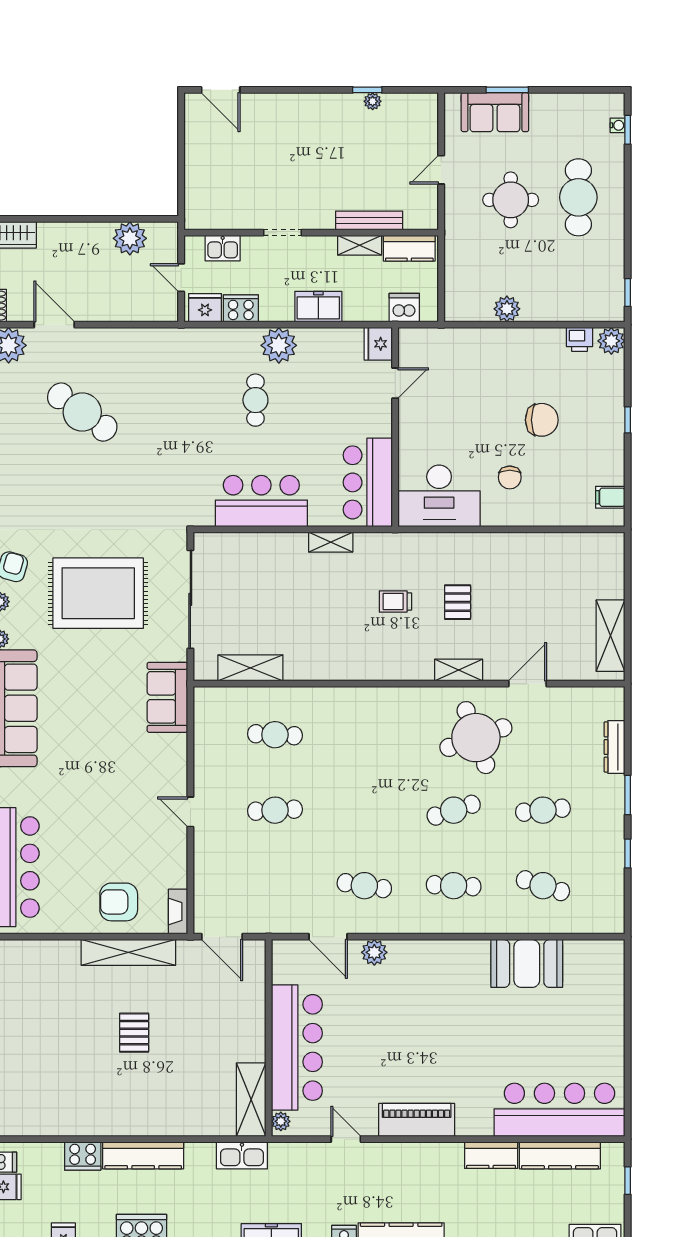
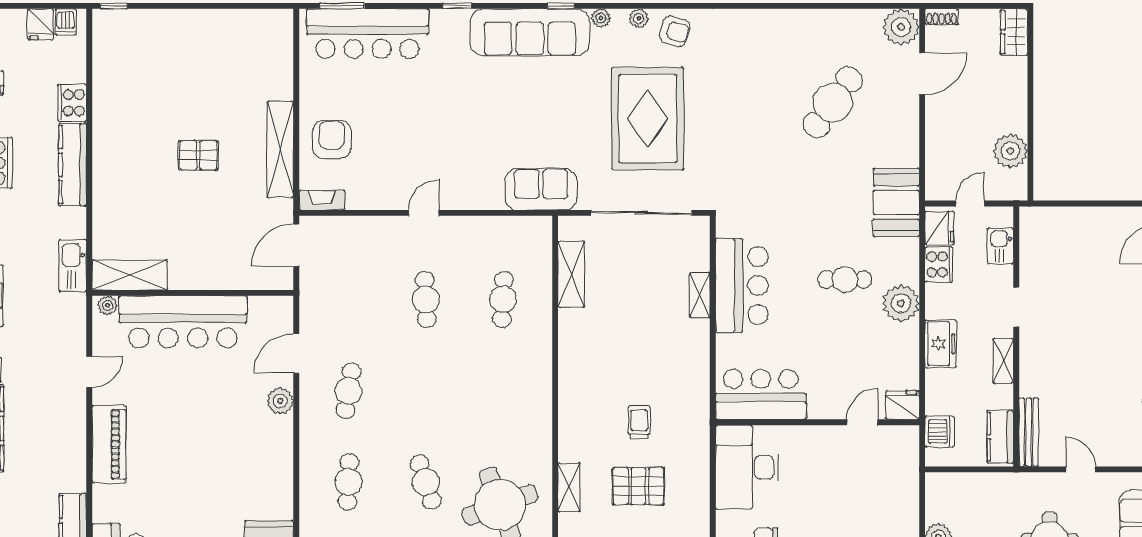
bench: (369, 220) -> (1029, 432), moved
shelving: (360, 245) -> (1003, 361), moved
booth: (180, 350) -> (896, 203), added
door: (395, 383) -> (862, 422), swing flipped
shelving: (331, 542) -> (700, 295), moved
pallet: (458, 602) -> (638, 486), width x1.50, depth x1.42

